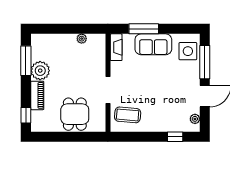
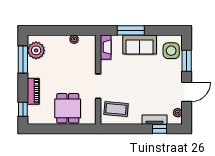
window: (205, 62) -> (187, 61), width x0.69
plant: (40, 71) -> (36, 50), moved
tv unit: (170, 127) -> (154, 120), added

